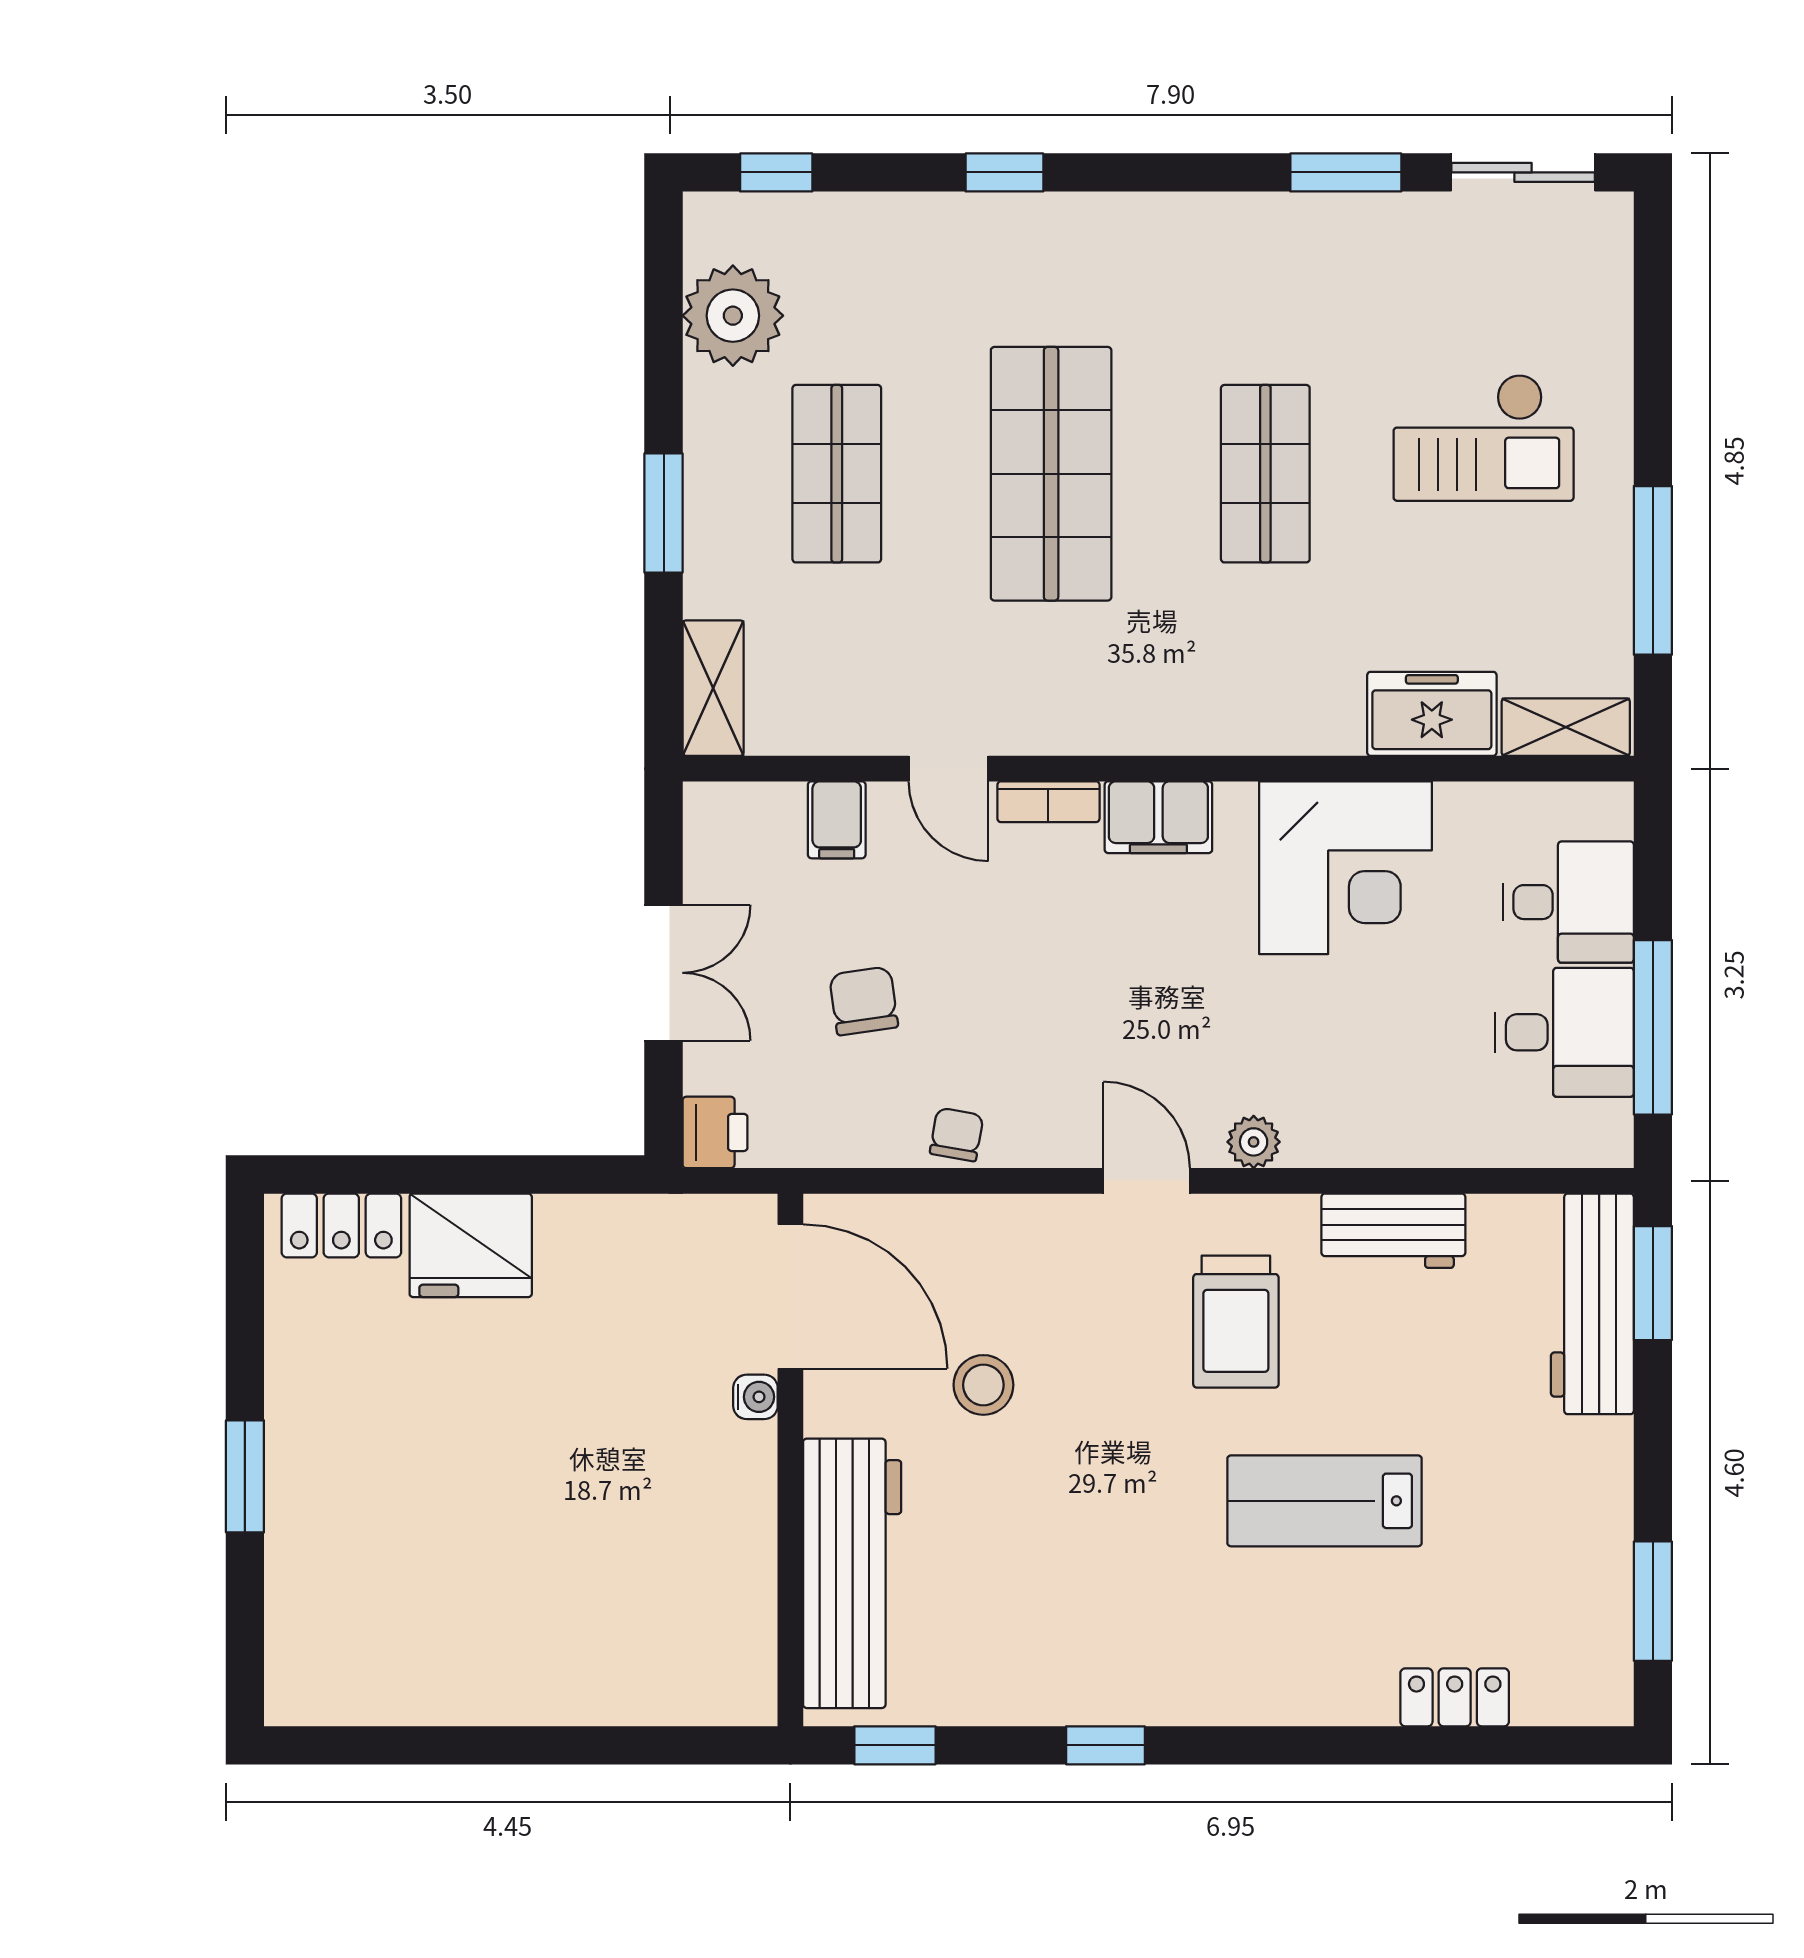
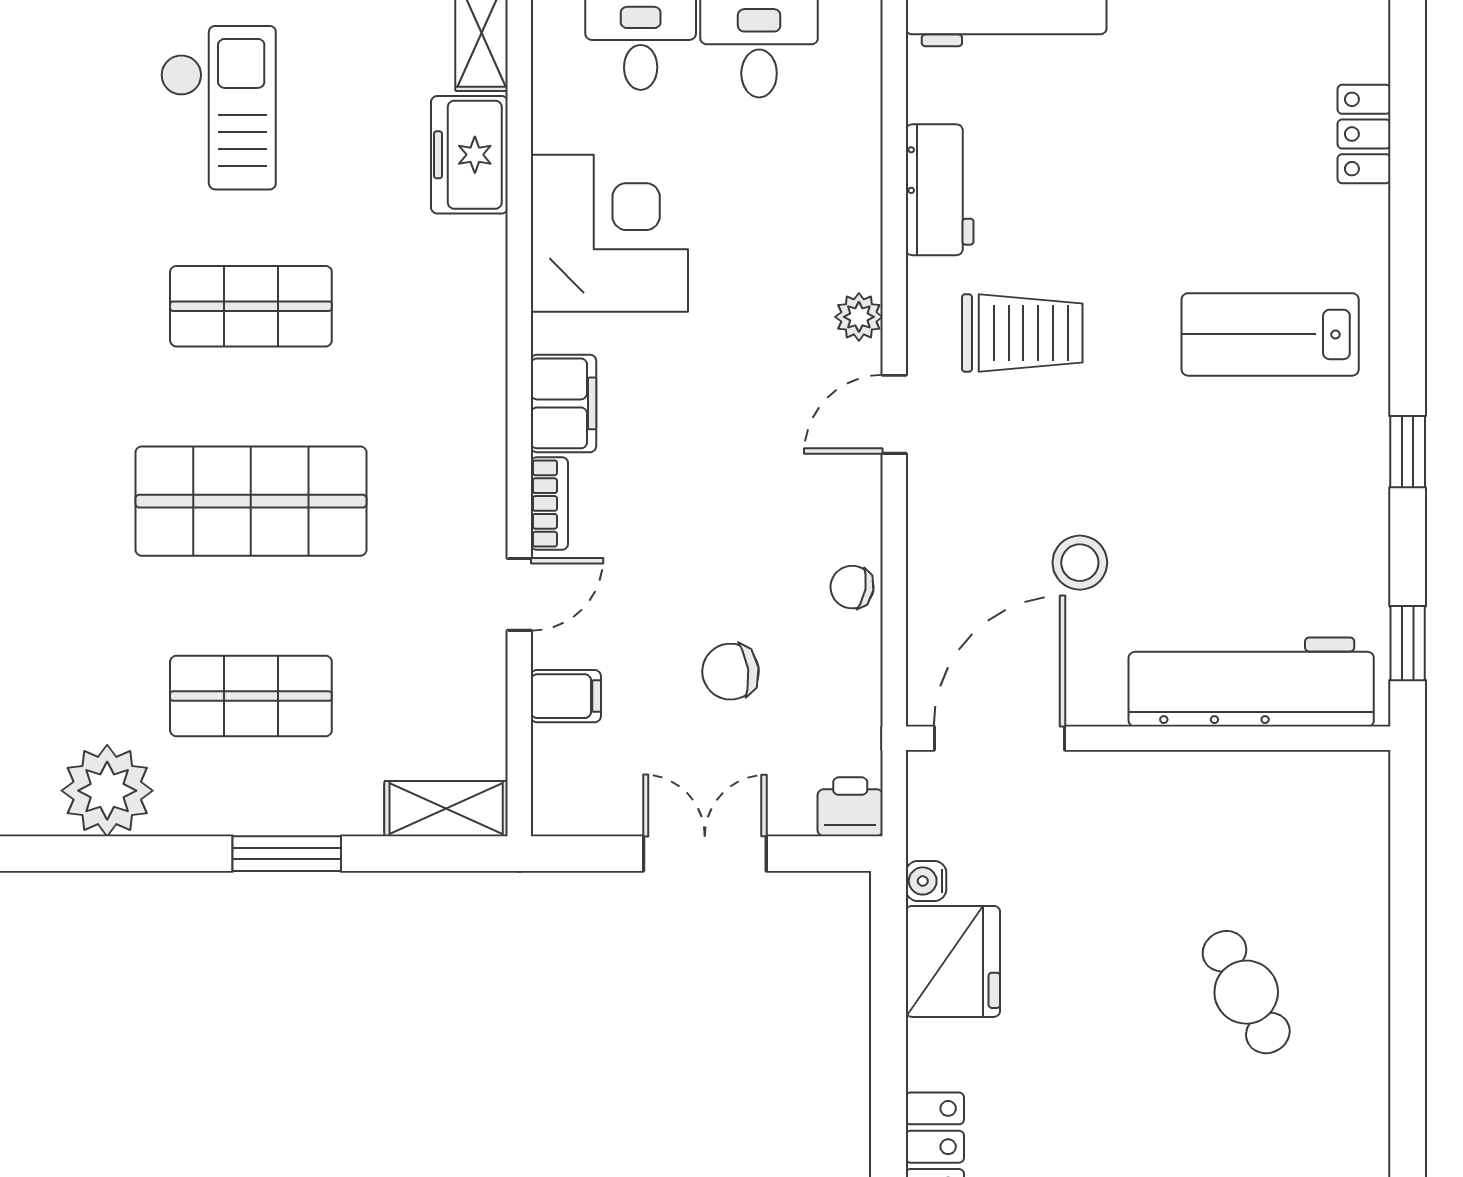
fridge: (471, 1245) -> (953, 961), moved
water cooler: (755, 1397) -> (926, 881), moved, turned -90
lab bench: (1324, 1501) -> (1270, 334), moved, turned 90
cafe table: (511, 1568) -> (1246, 992), added

